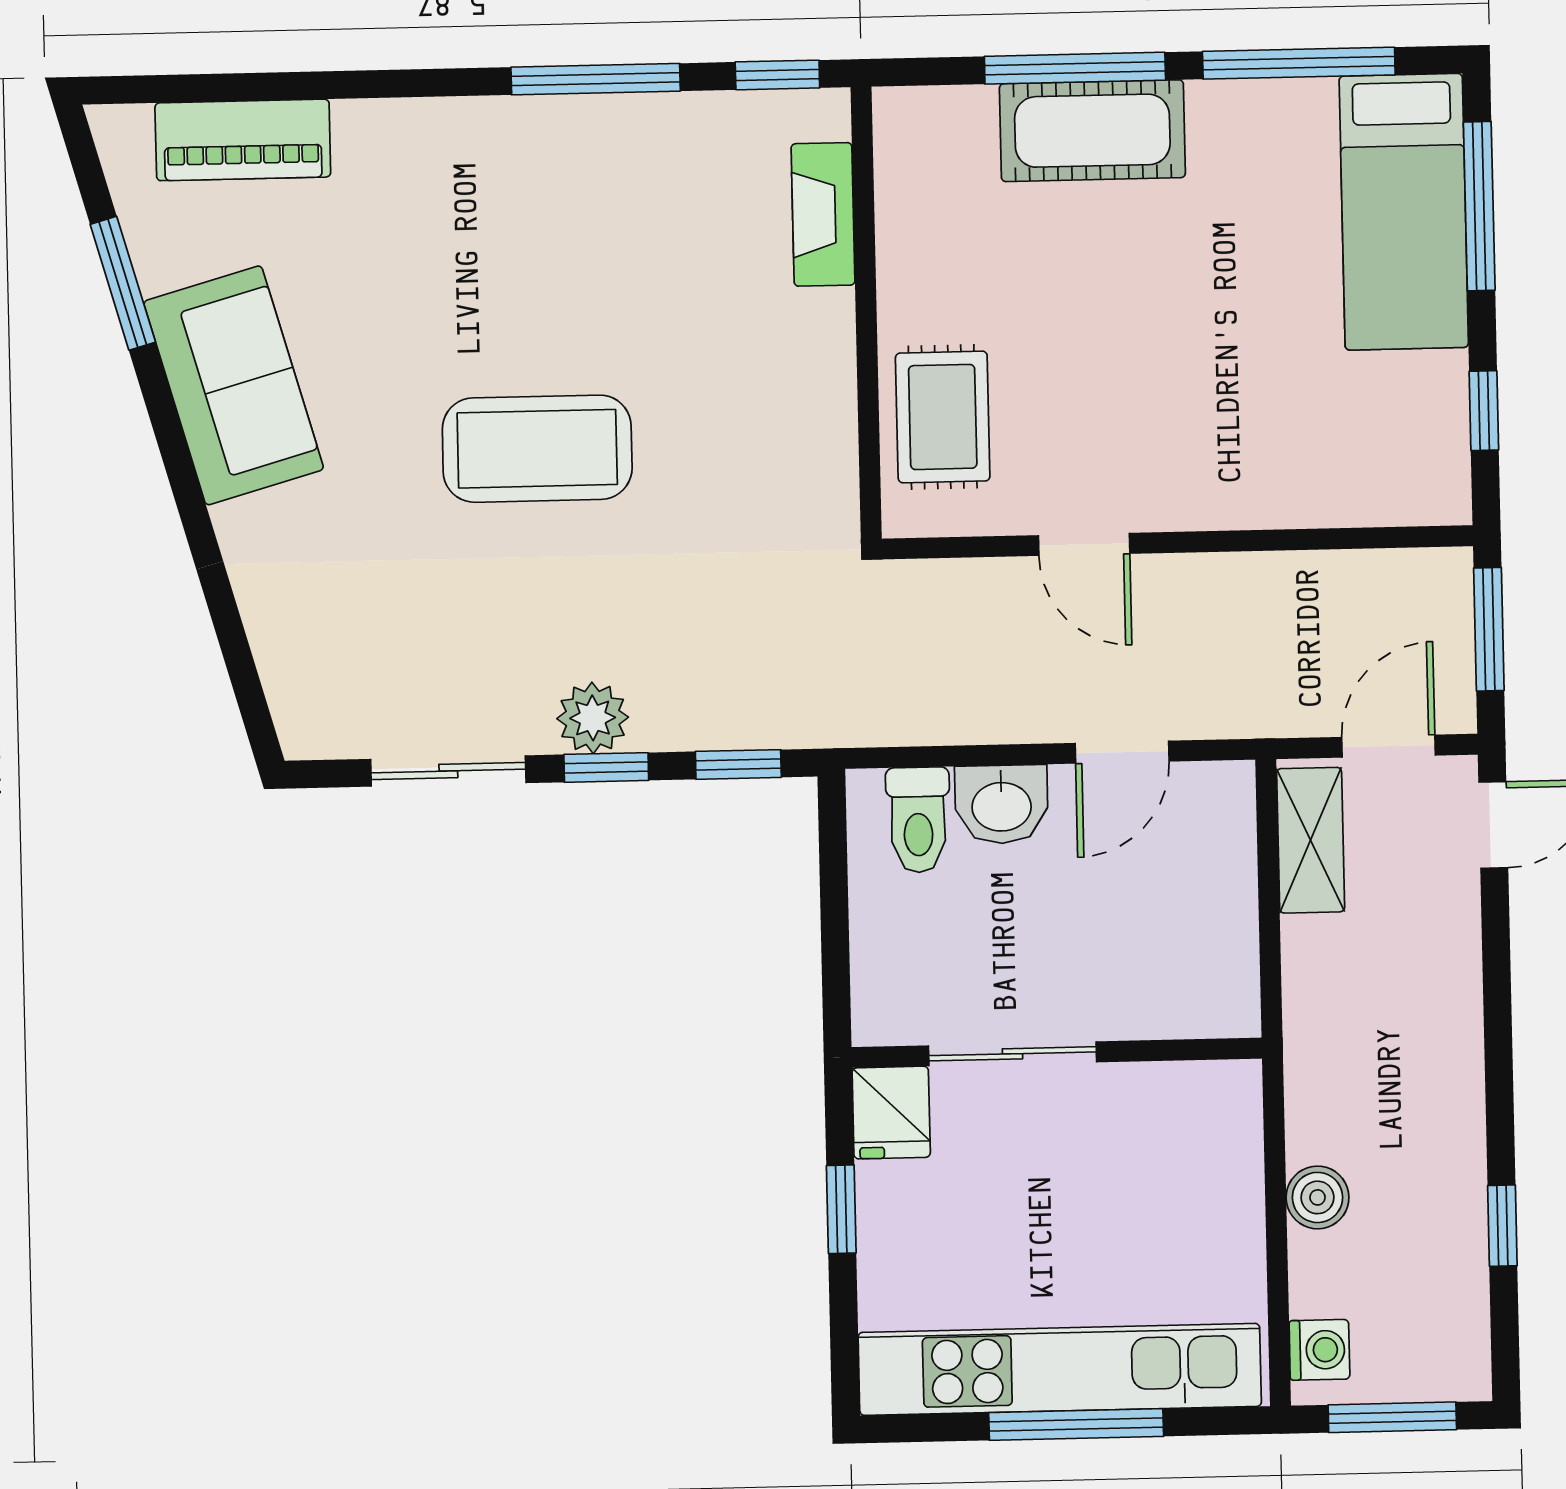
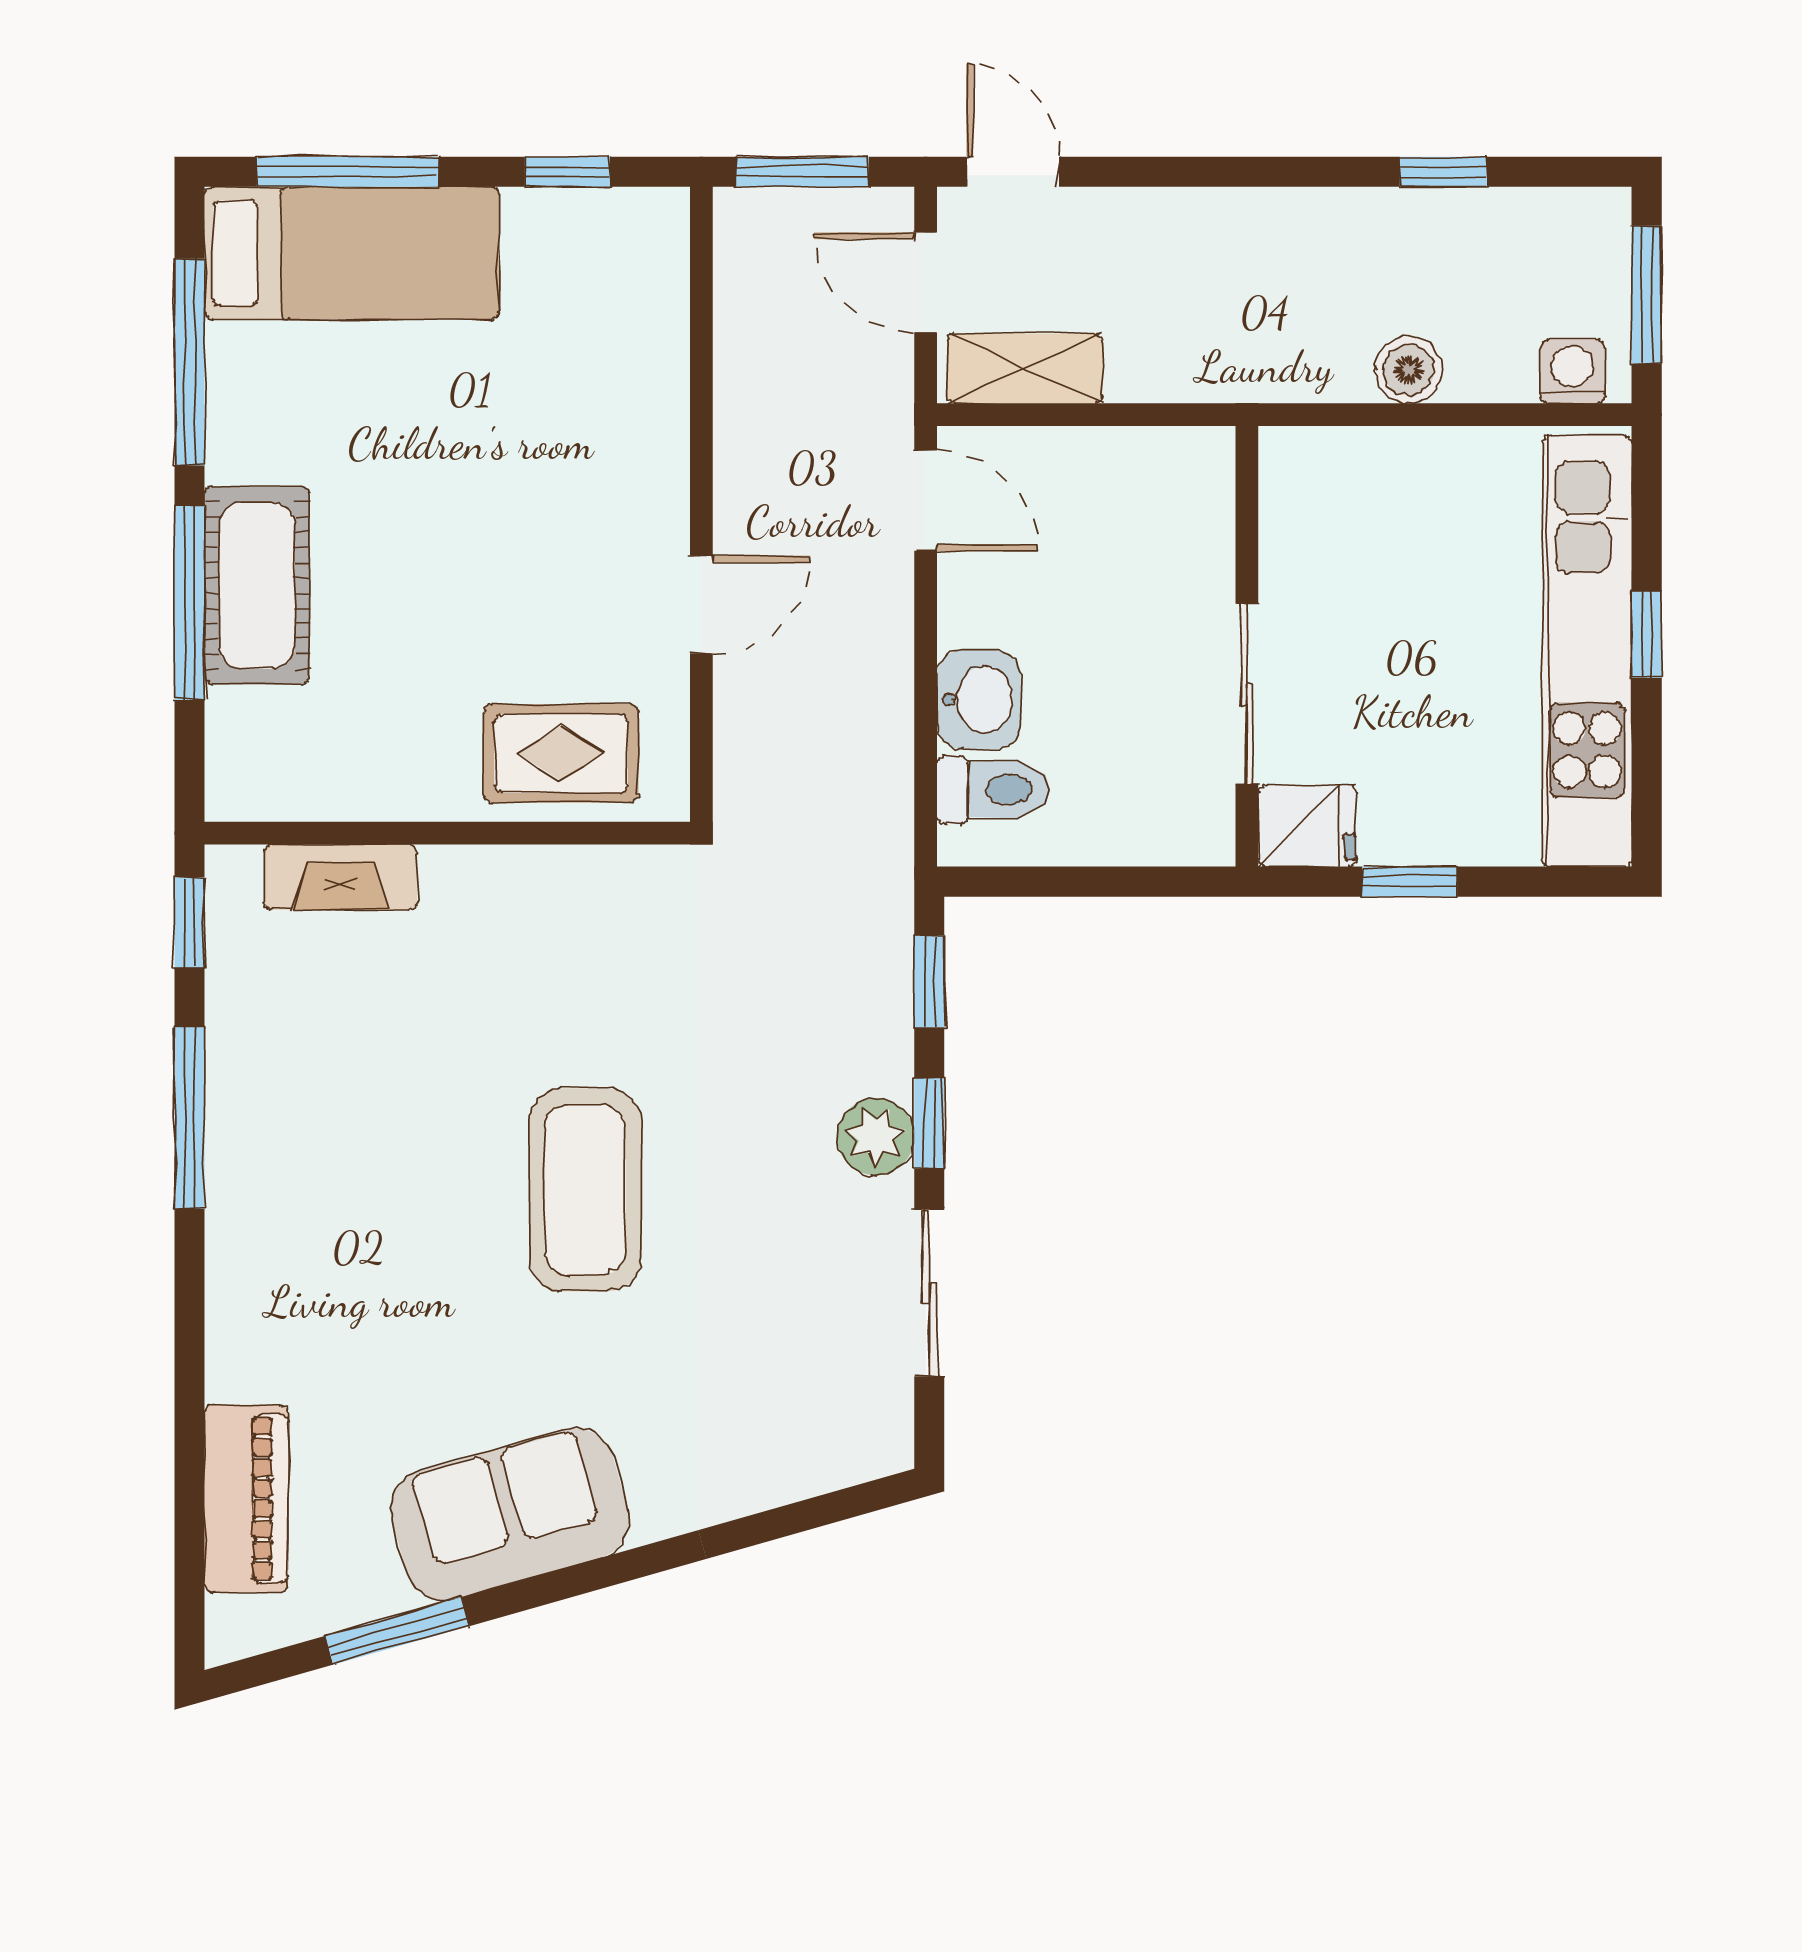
door: (1122, 752) -> (926, 501), moved
window: (1076, 1424) -> (1647, 635), width x0.46

